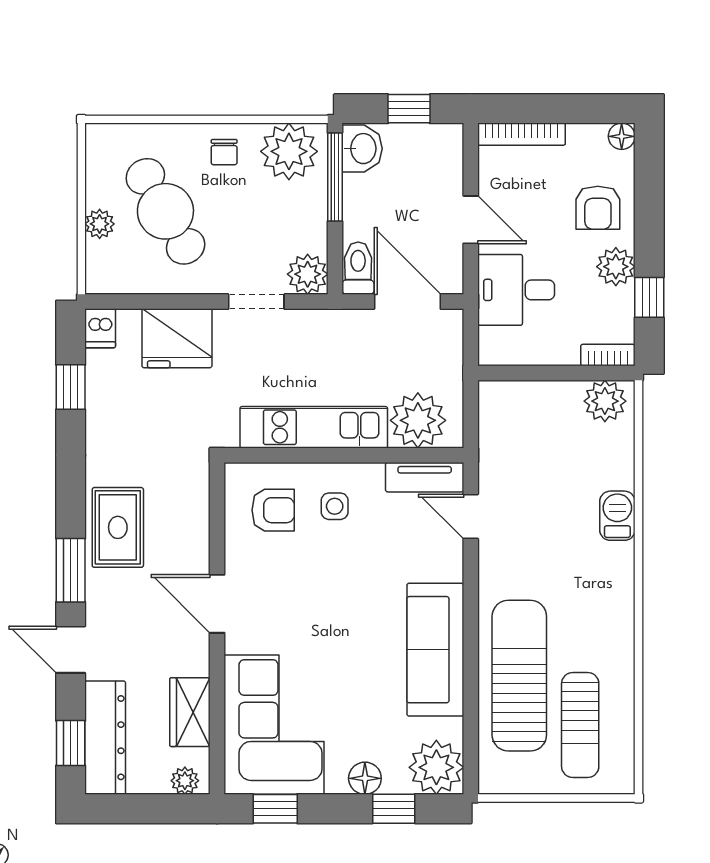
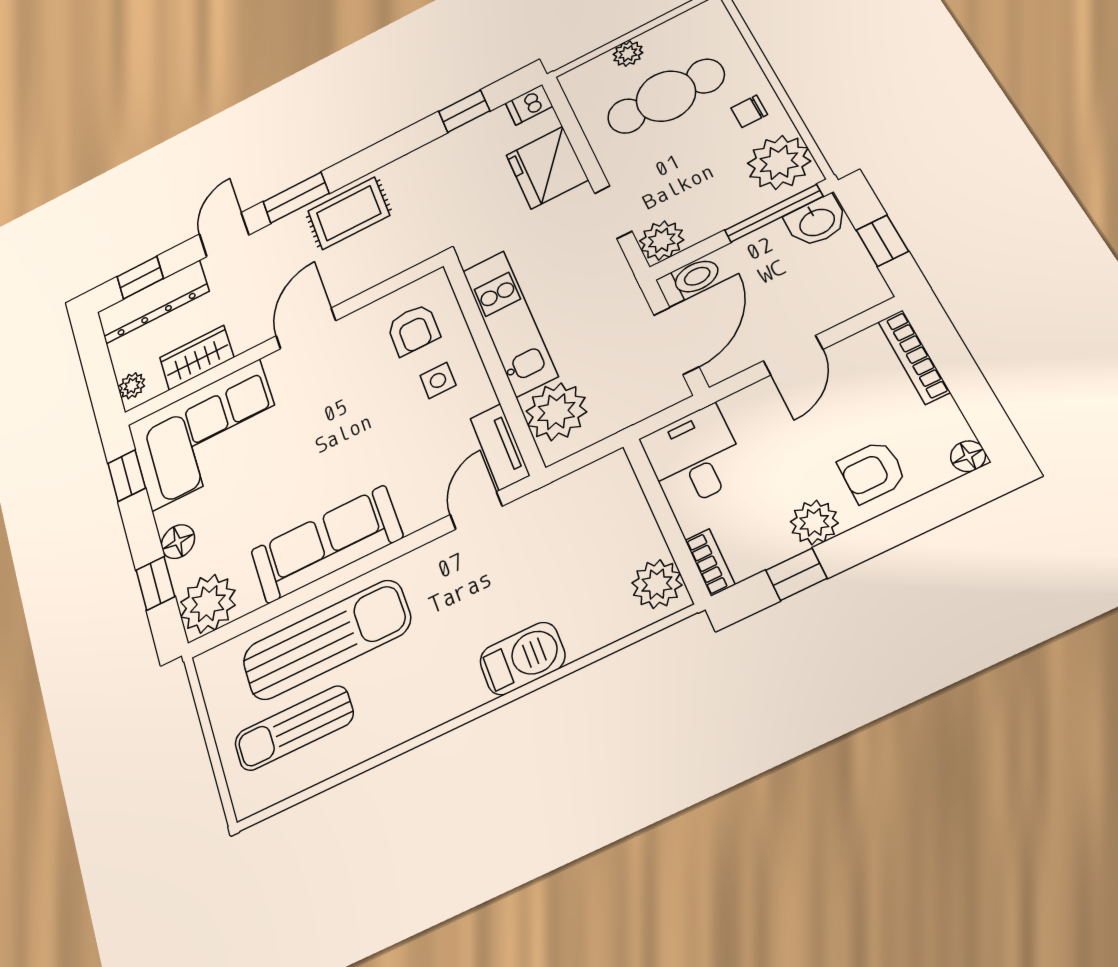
cafe table: (165, 211) -> (666, 96), turned 30
desk: (516, 290) -> (694, 457), moved
barbecue: (617, 516) -> (522, 658), width x1.38, depth x1.27

